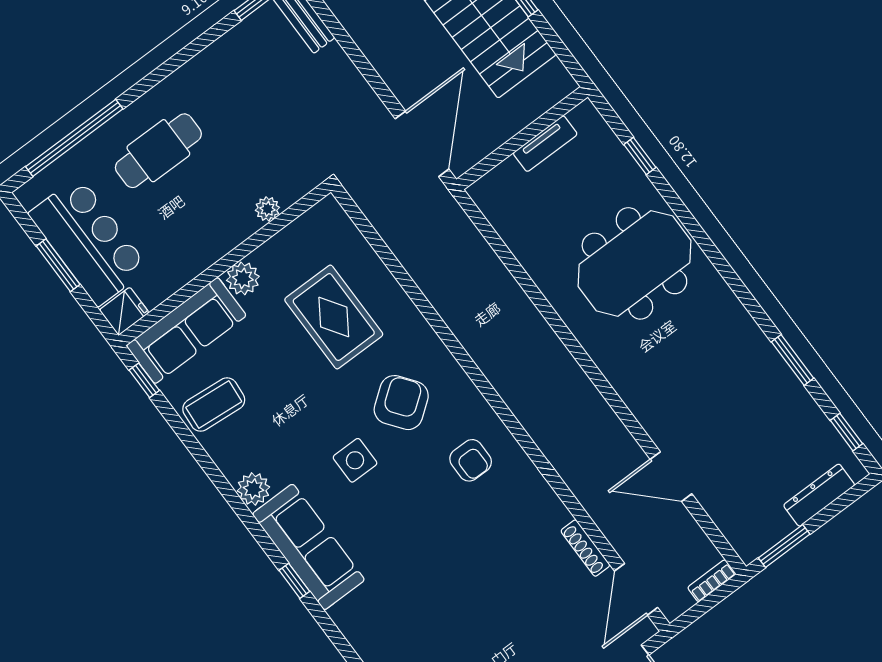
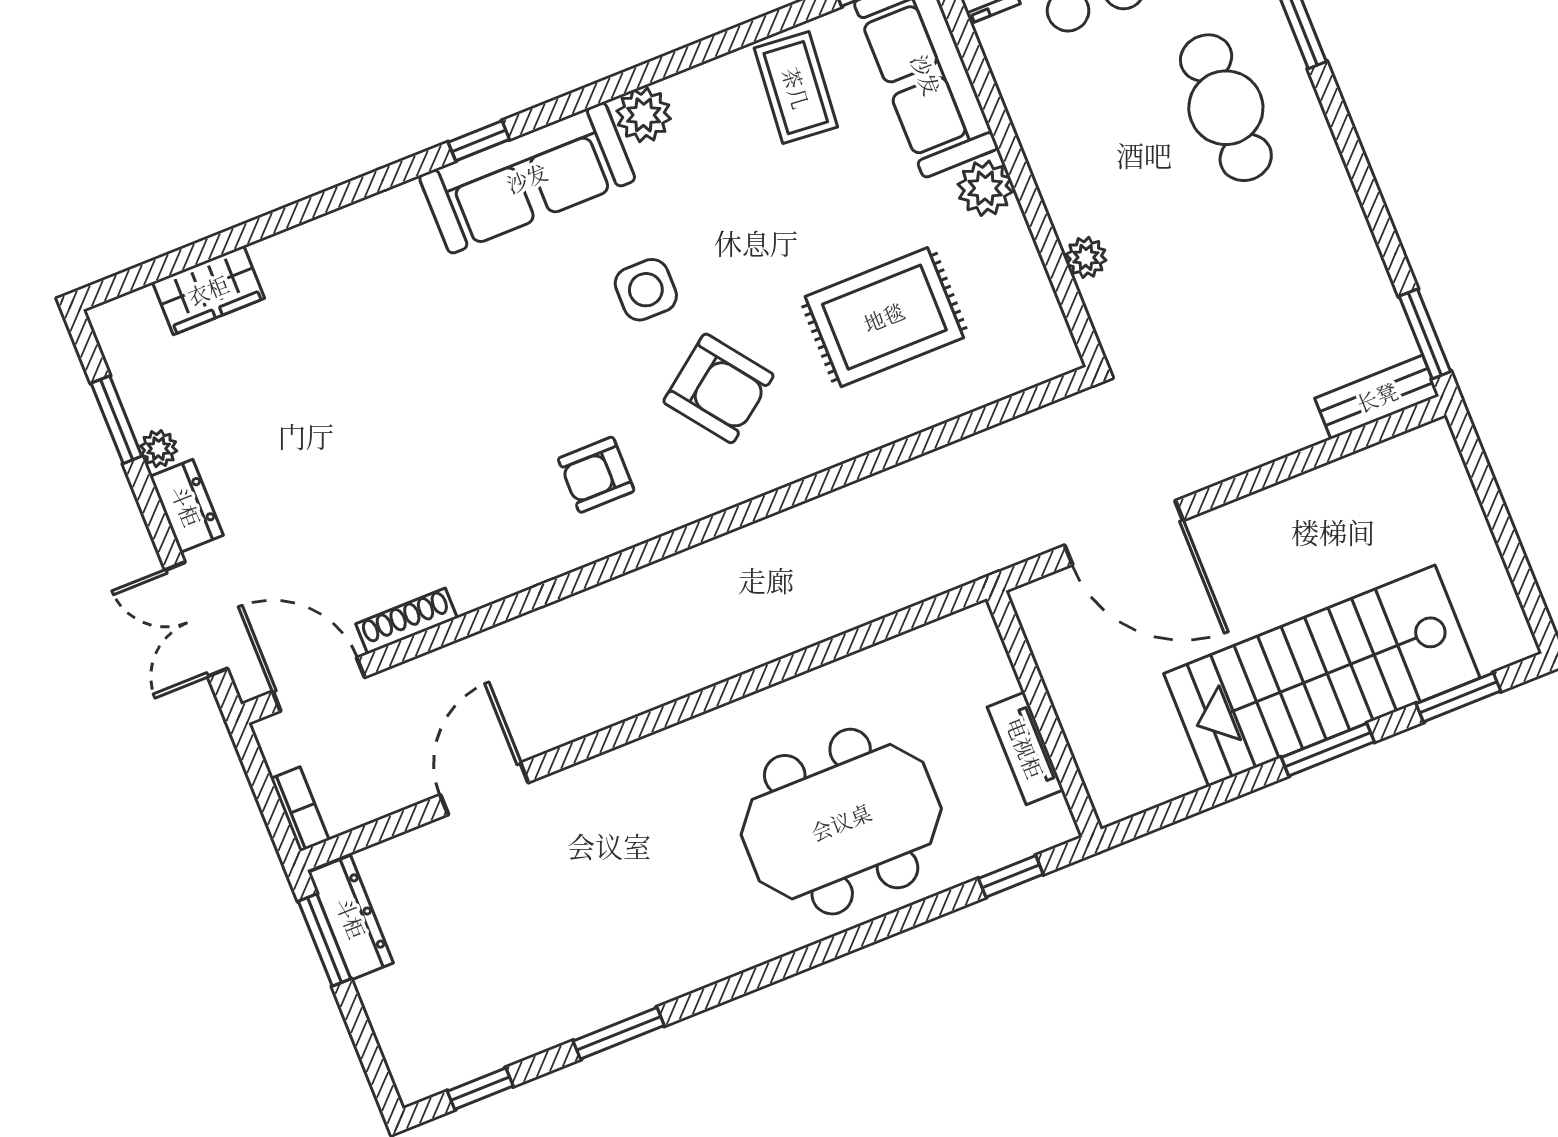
wall: (522, 138) -> (1044, 714), moved
tv unit: (545, 144) -> (1025, 748), moved
meeting table: (634, 263) -> (841, 822), turned 90
dresser: (819, 495) -> (351, 918), moved

